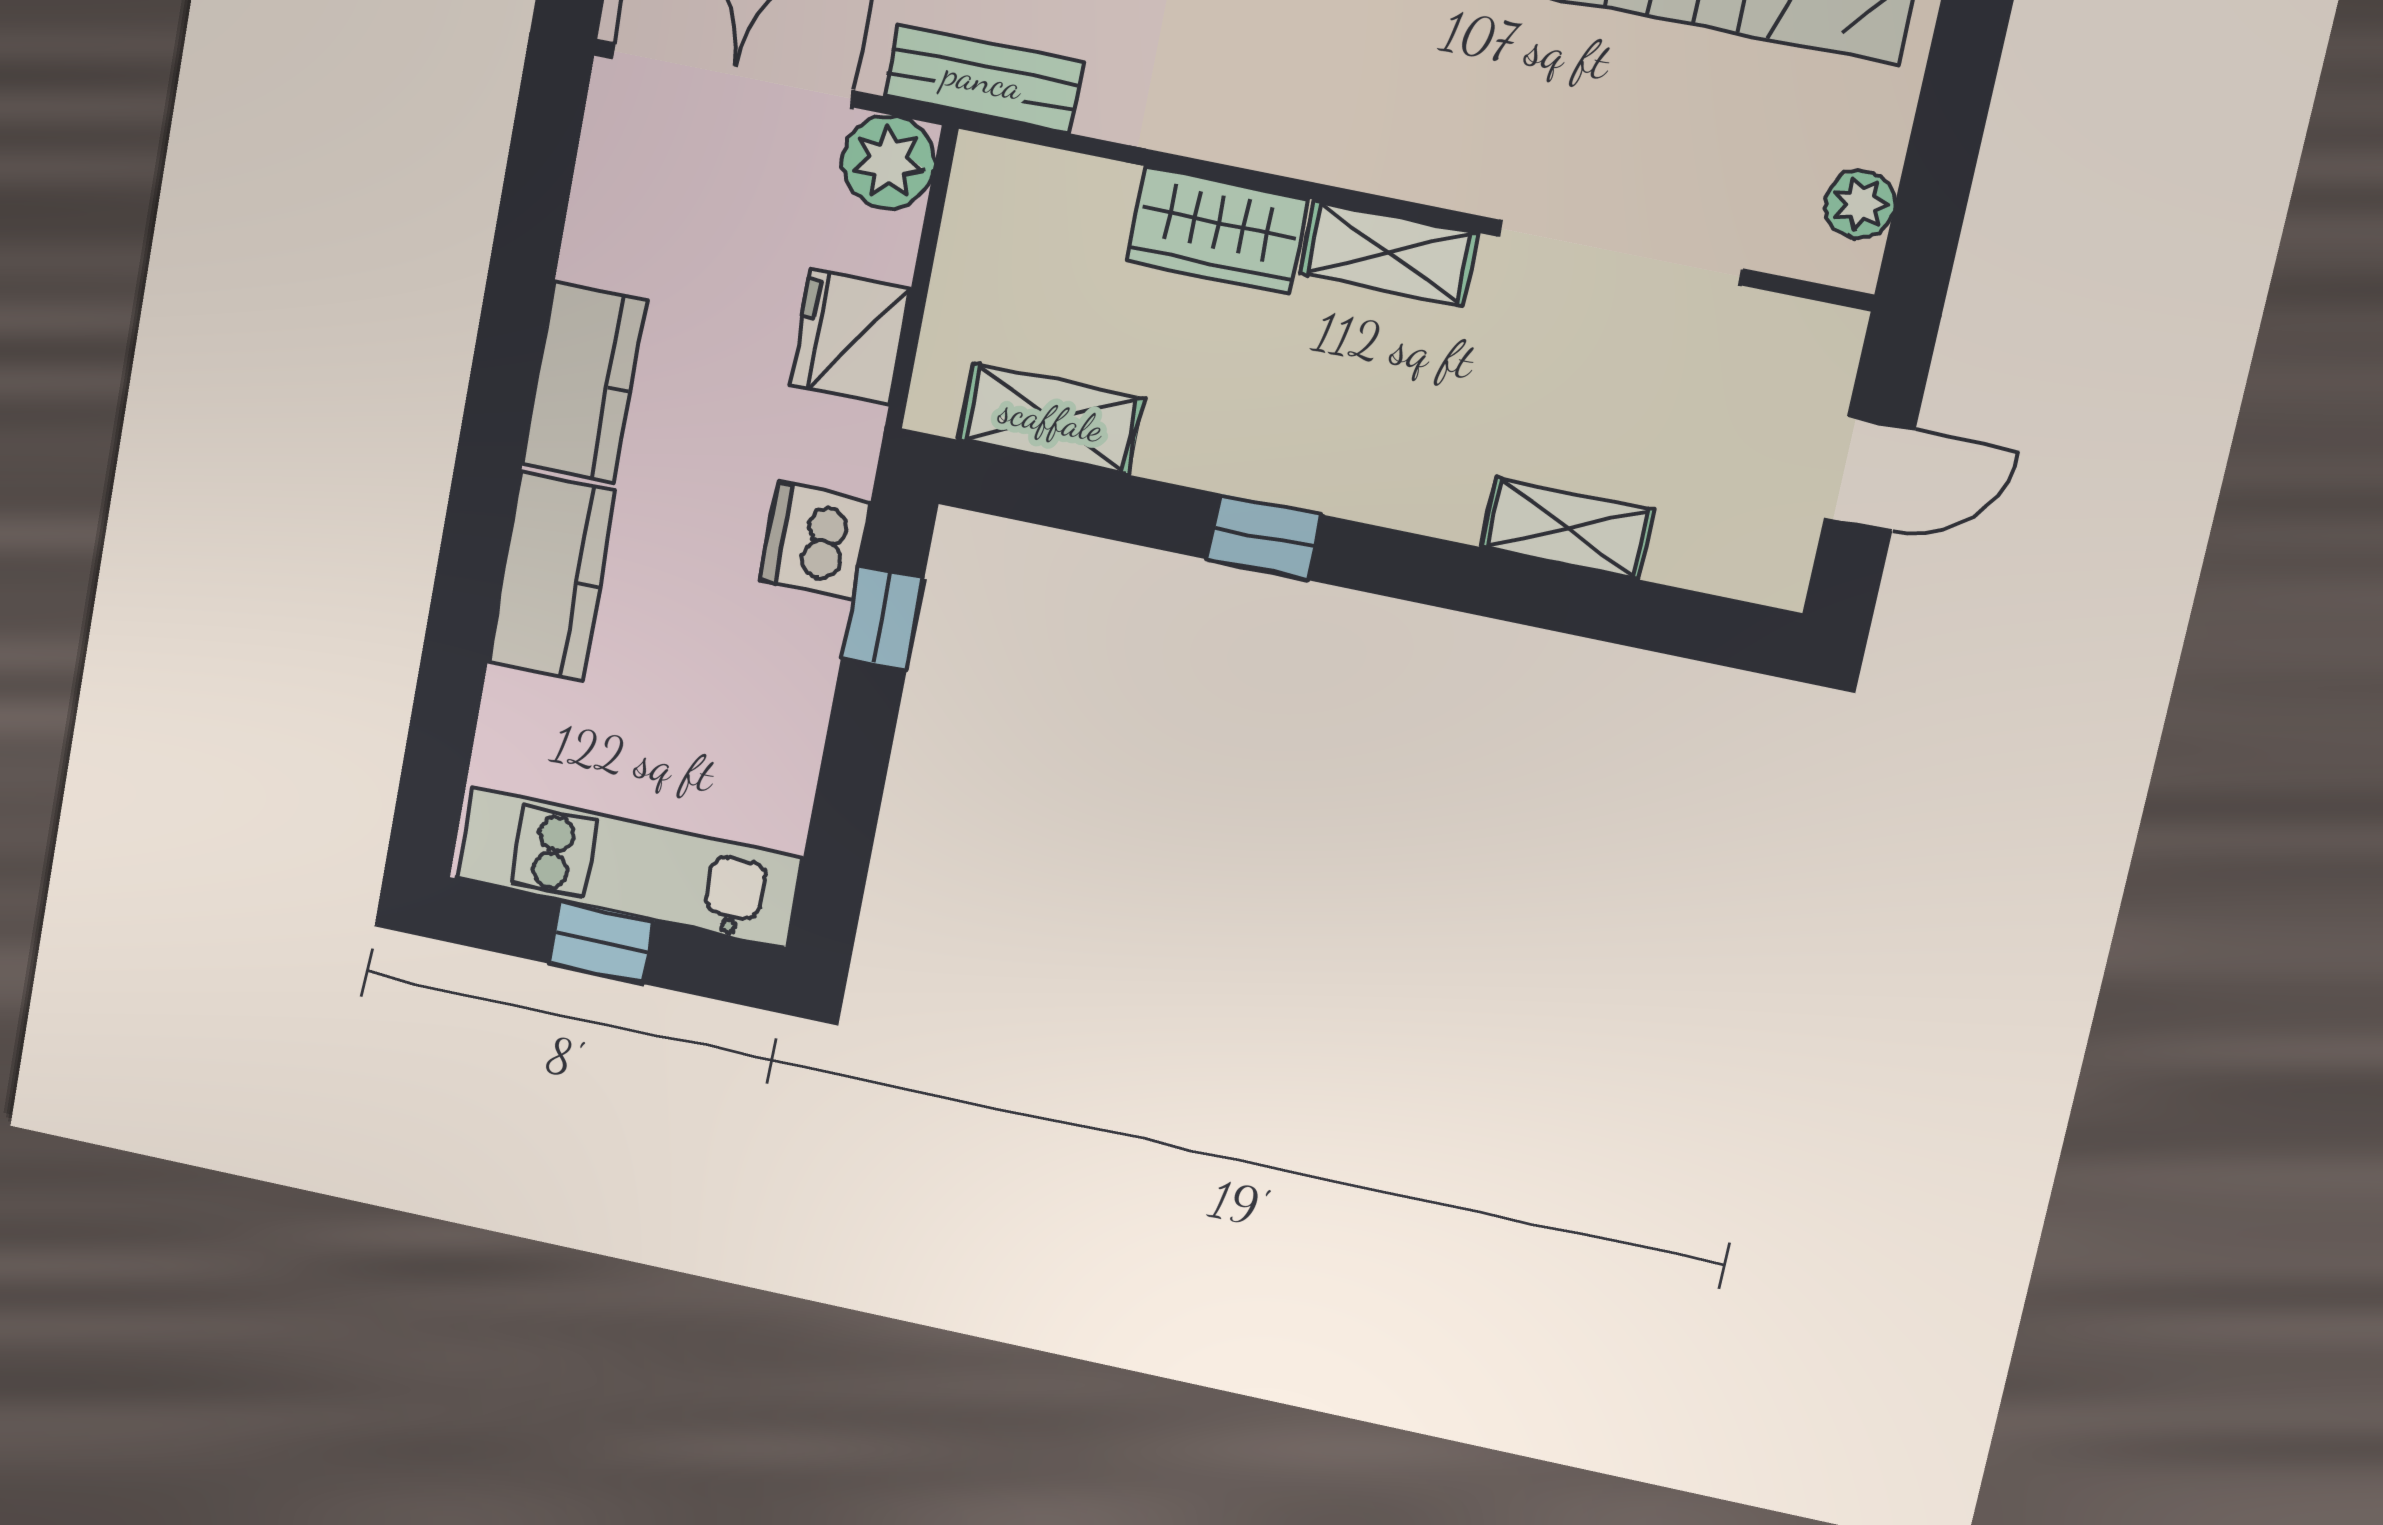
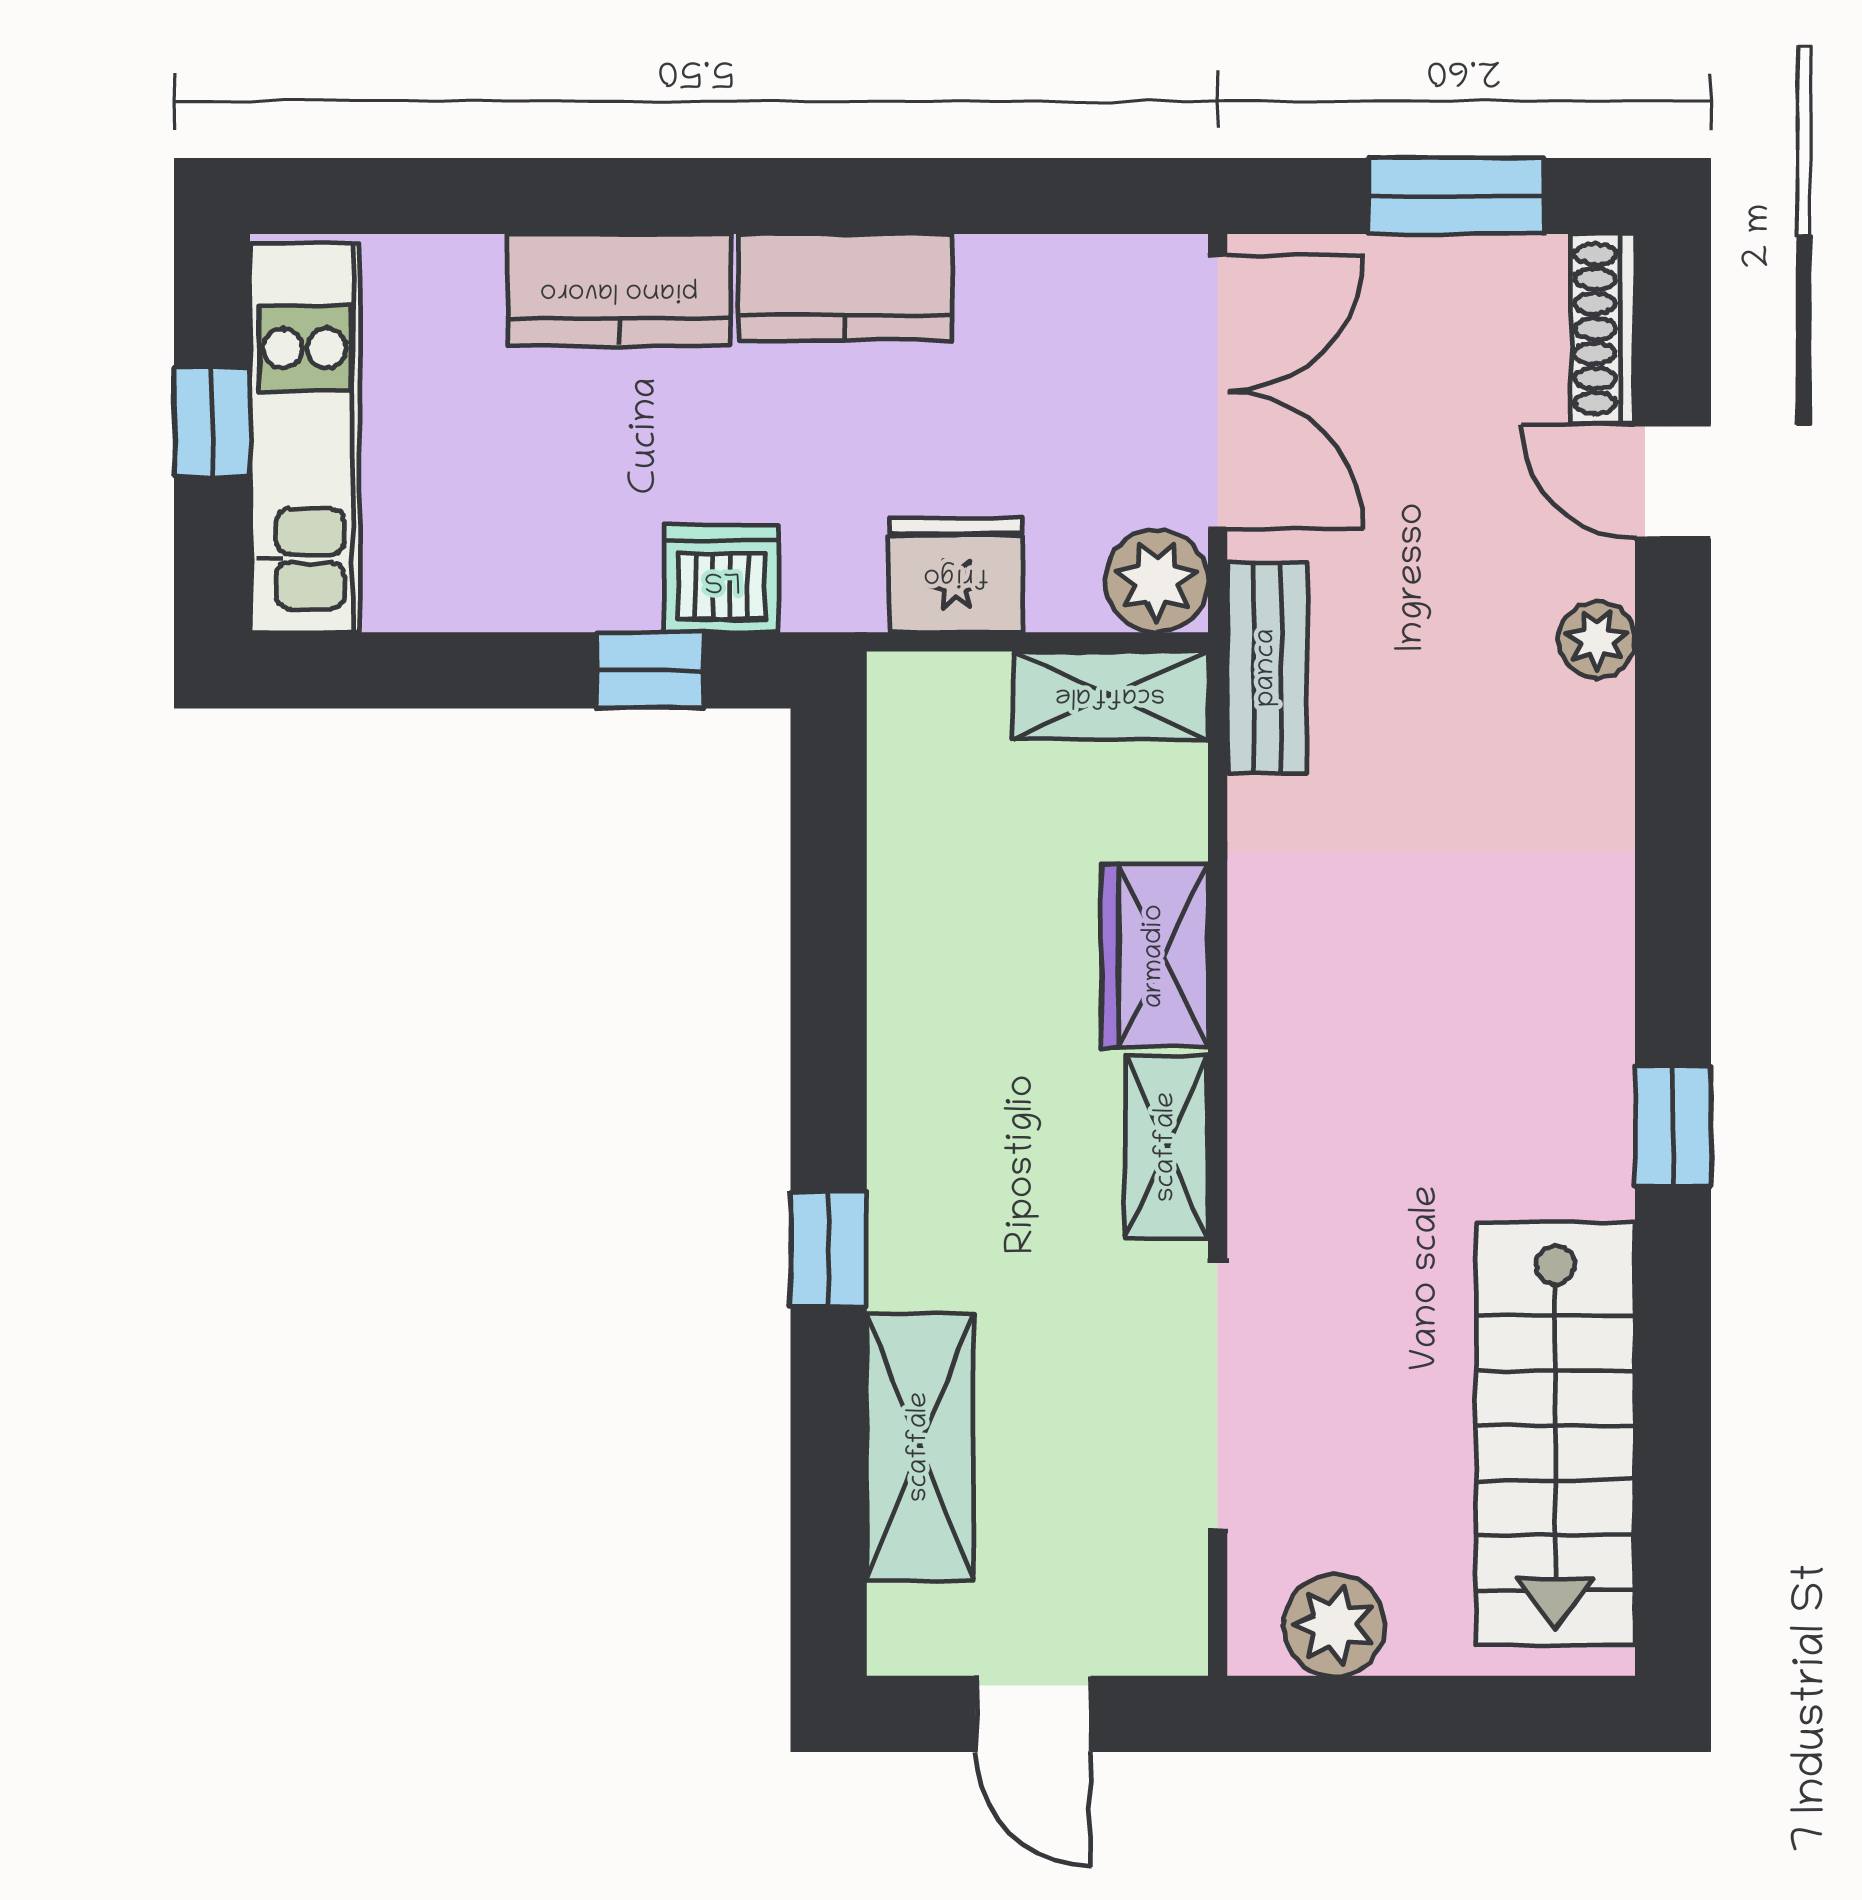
plant: (1860, 204) -> (1334, 1625), width x1.38, depth x1.38
shelving: (1051, 419) -> (1110, 695), moved, turned 90
shelving: (1567, 528) -> (920, 1447), width x1.50, depth x1.33
window: (1264, 537) -> (829, 1249), moved

